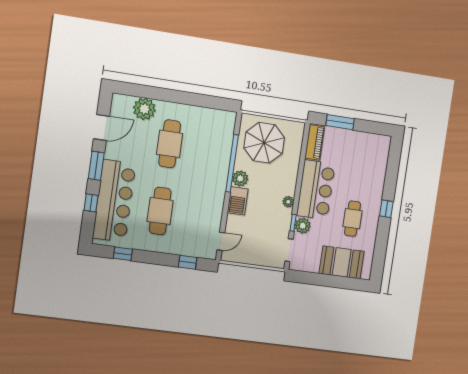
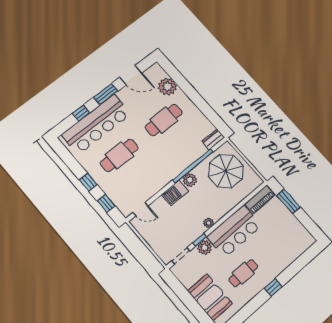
dresser: (229, 123) -> (213, 139), added
window: (123, 254) -> (88, 182), moved

